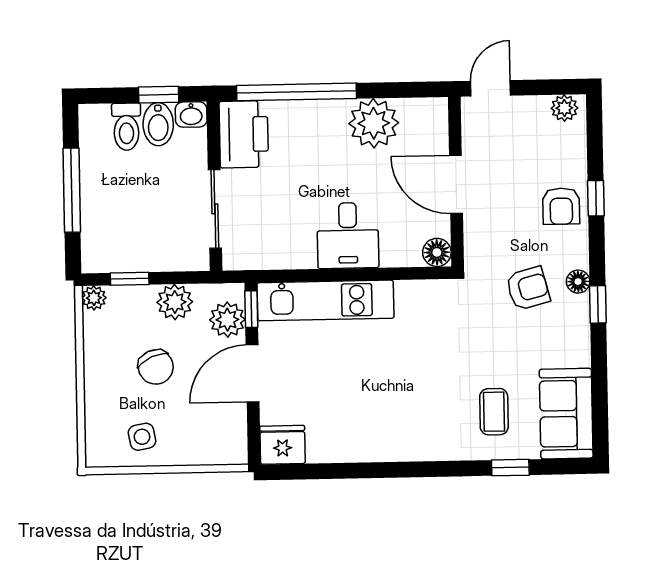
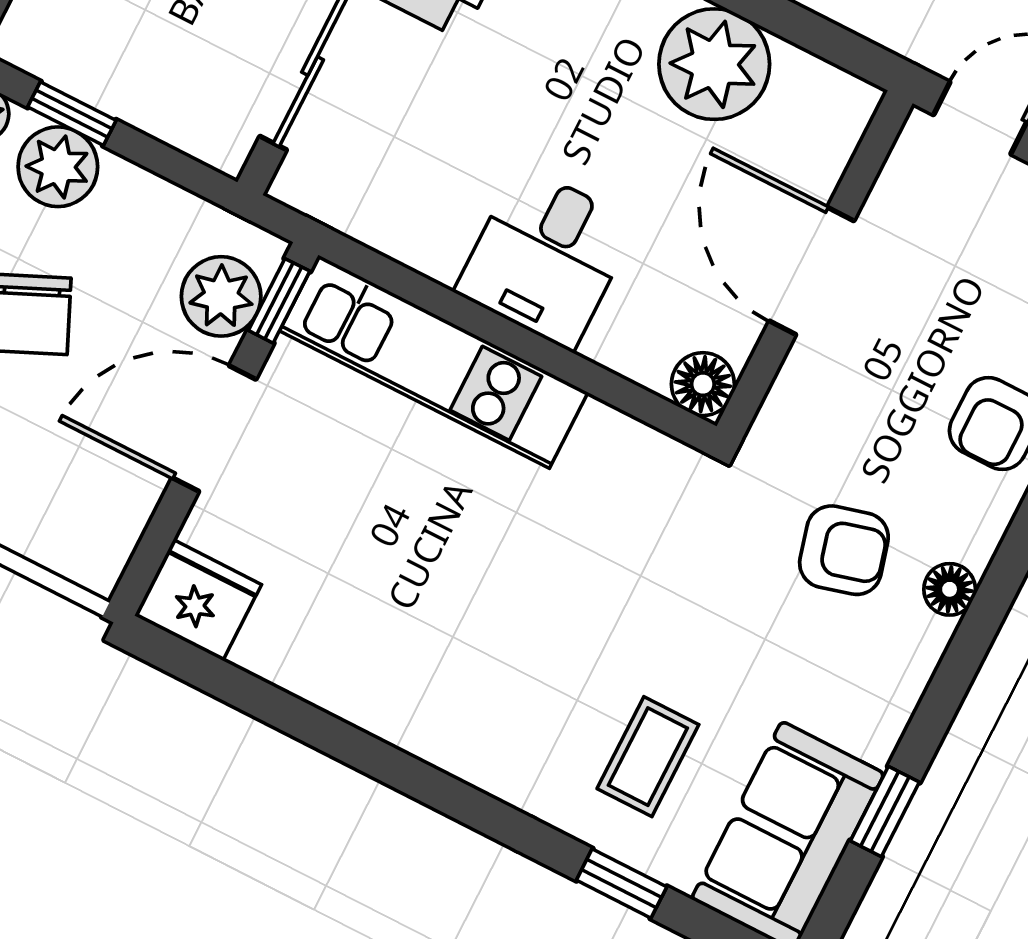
plant: (175, 302) -> (58, 167), moved
window: (598, 304) -> (885, 811), moved

